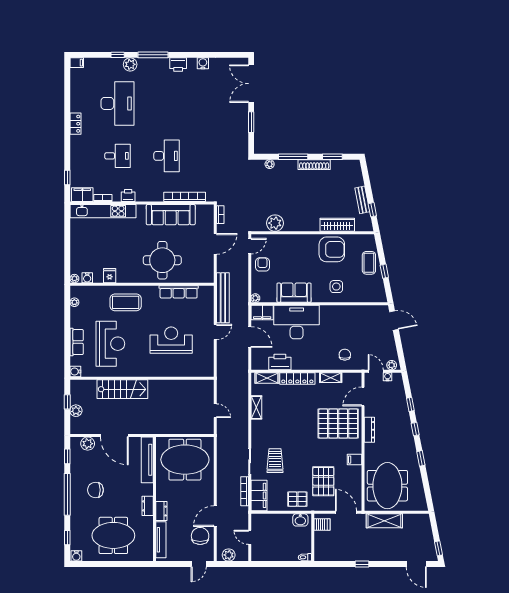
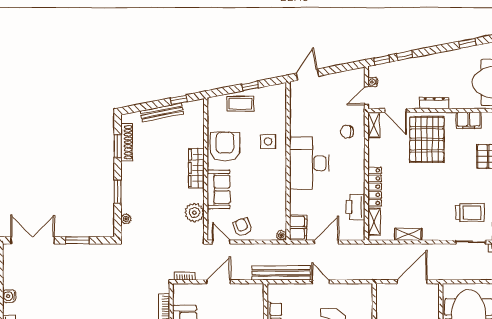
double door: (251, 84) -> (33, 240), swing flipped
window: (293, 157) -> (118, 192), width x0.69
shoe rack: (314, 165) -> (127, 142), moved
bench: (362, 200) -> (162, 112), width x1.36
wardrobe: (337, 225) -> (196, 168), moved
door: (215, 244) -> (219, 282), hinge flipped
armchair: (262, 264) -> (242, 227), turned 69
sofa: (294, 293) -> (219, 189), moved, turned 180
desk: (297, 322) -> (309, 163), moved
plant: (392, 365) -> (359, 77), removed
shelving: (331, 378) -> (374, 125), moved
door: (215, 411) -> (412, 282), width x1.88
window: (415, 429) -> (382, 60), moved
filing cabinet: (355, 460) -> (469, 120), width x2.00
trolley: (275, 461) -> (470, 213), turned 180

